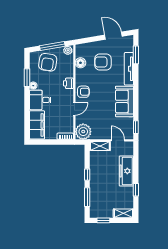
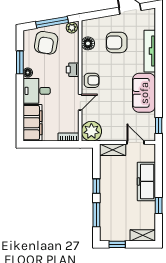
window: (136, 55) -> (159, 33), removed

